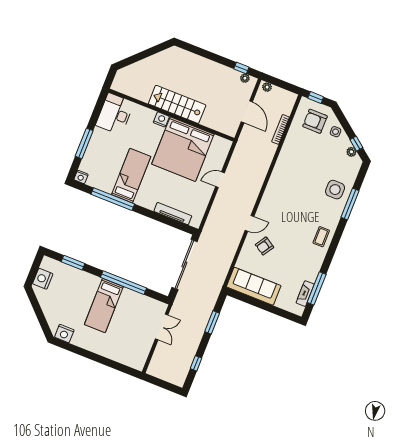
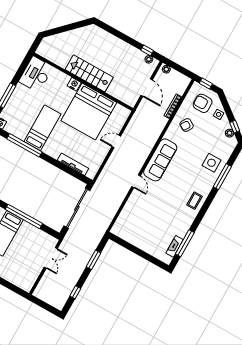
door: (249, 223) -> (136, 181), hinge flipped
armchair: (264, 246) -> (187, 125), moved
sofa: (254, 286) -> (160, 160), moved, turned 90

